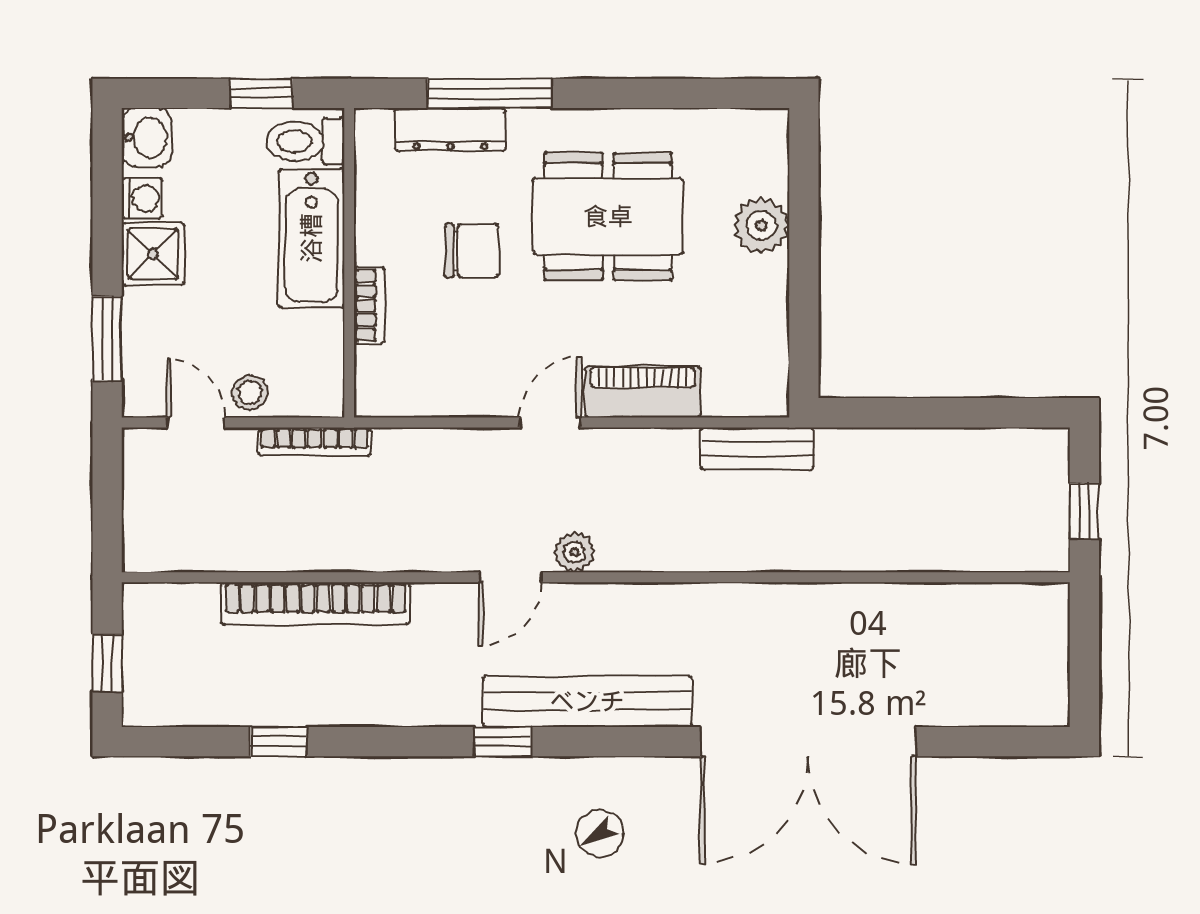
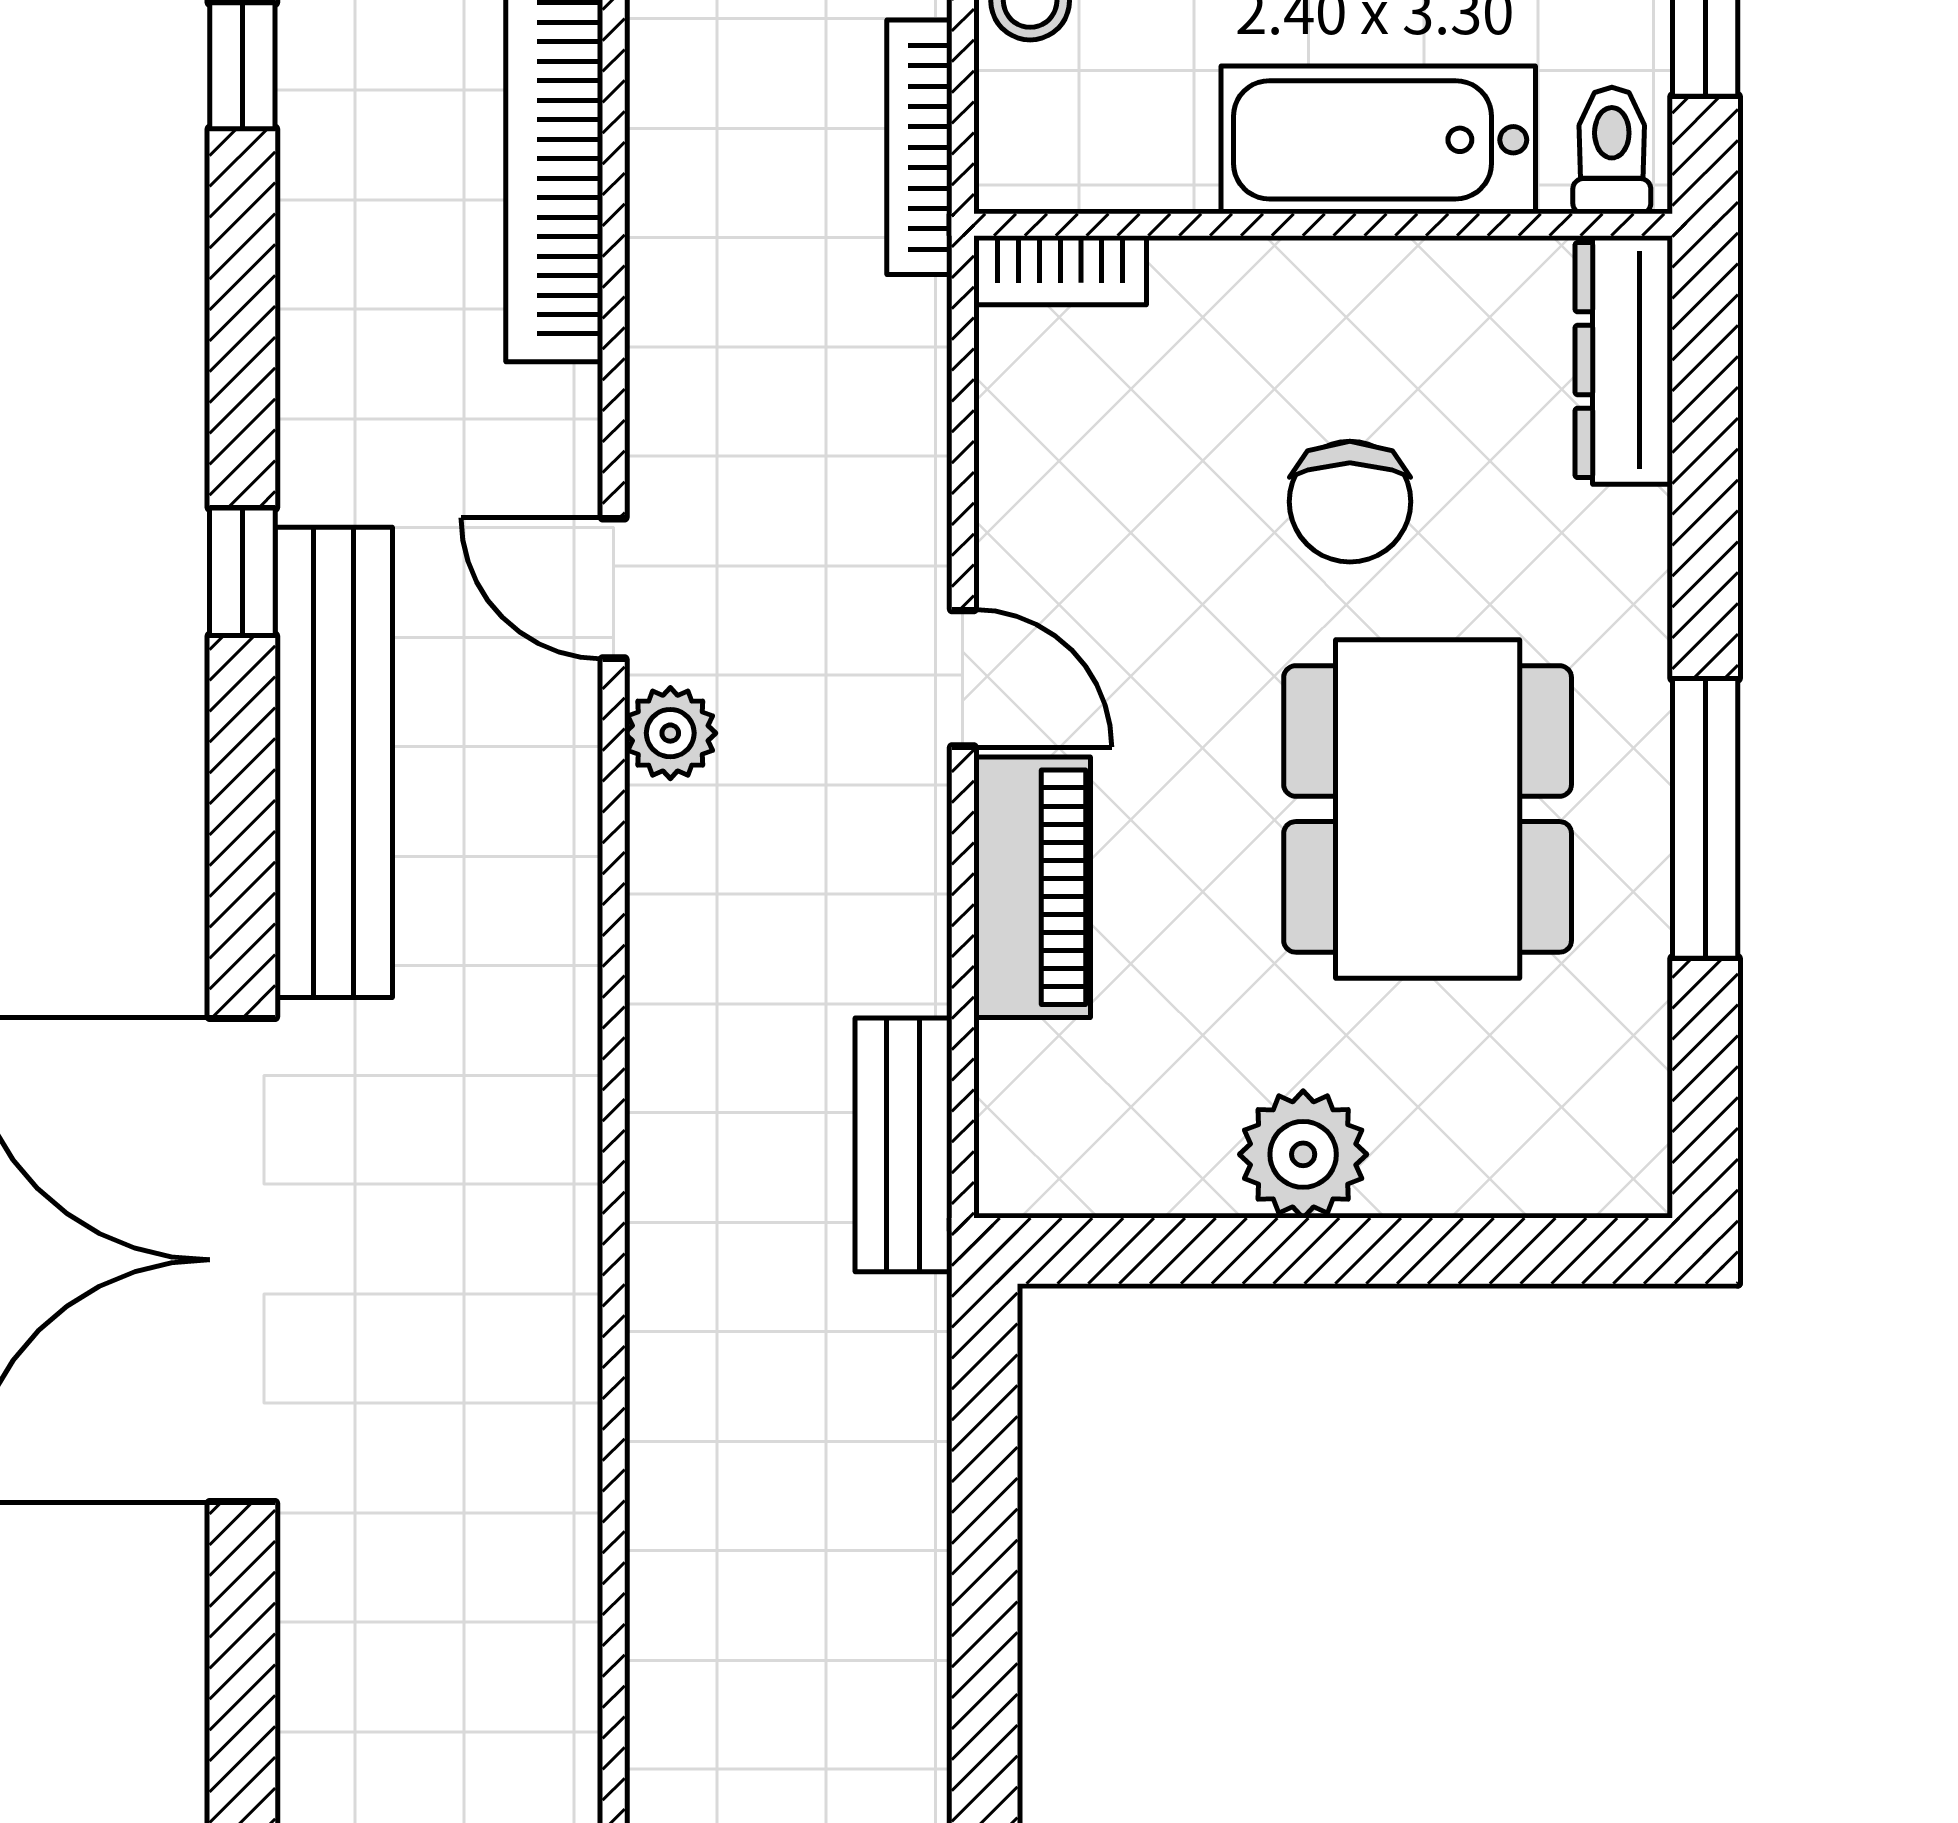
window: (489, 93) -> (1705, 818), moved
dresser: (450, 130) -> (1624, 360), moved
toilet: (305, 141) -> (1612, 151), width x0.73, depth x0.72
plant: (761, 225) -> (1303, 1154), moved
bookcase: (369, 305) -> (1060, 270), moved

